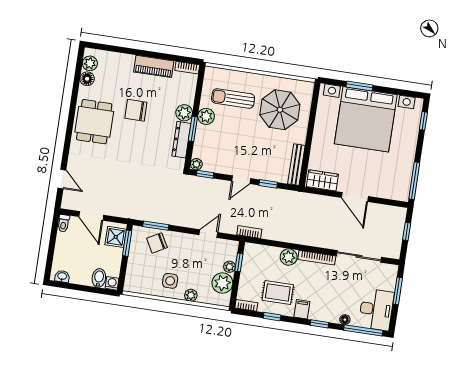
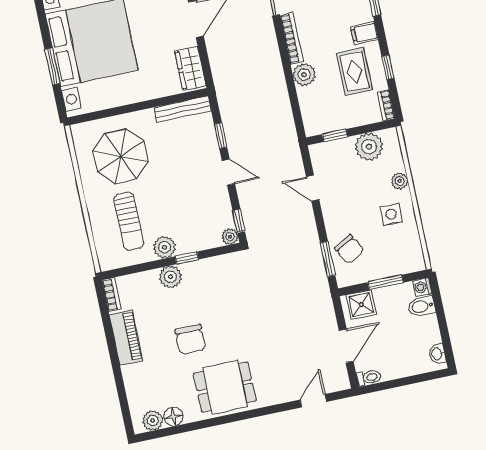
window: (193, 129) -> (187, 258), width x0.67
dresser: (181, 140) -> (206, 267), removed
bookcase: (249, 232) -> (291, 137), removed
window: (127, 243) -> (386, 282), moved
plant: (229, 267) -> (345, 145), removed

